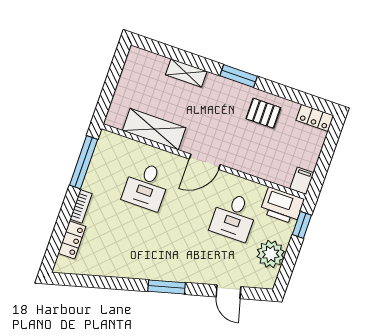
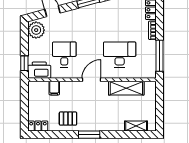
shelving: (186, 73) -> (136, 126), moved
filing cabinet: (302, 181) -> (54, 88), moved
desk: (146, 186) -> (120, 54), width x1.37
plant: (271, 254) -> (36, 30), moved

